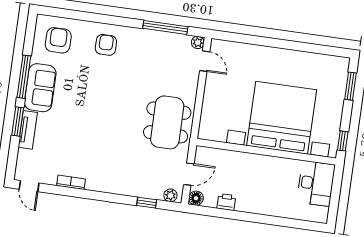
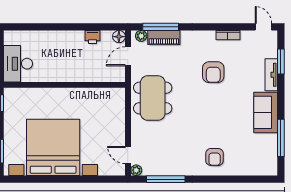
armchair: (58, 40) -> (213, 72), moved
window: (24, 77) -> (281, 138), moved
bed with nightstands: (282, 118) -> (53, 147), moved, turned 180
window: (18, 121) -> (281, 62), moved
piano: (145, 190) -> (164, 38), added
window: (147, 203) -> (161, 27), width x2.17

